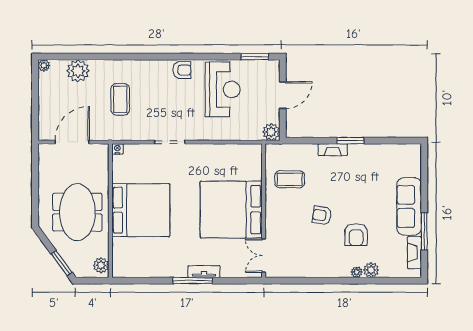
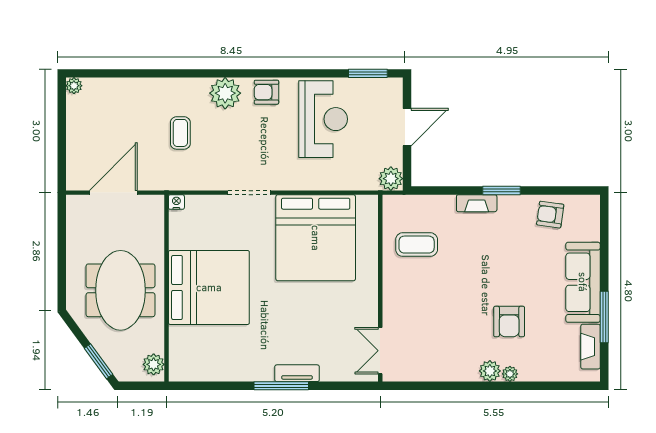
armchair: (182, 70) -> (266, 92), turned 180
plant: (78, 71) -> (225, 93), moved
coffee table: (120, 99) -> (180, 133), width x0.73, depth x0.77
bed: (231, 210) -> (316, 238), moved, turned -90
armchair: (322, 215) -> (550, 215), moved
plant: (371, 270) -> (490, 371), moved

